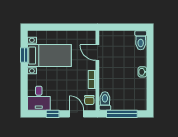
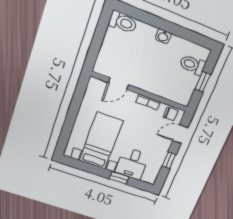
window: (24, 55) -> (119, 178), moved
desk: (39, 98) -> (132, 163), moved, turned 90
toilet: (105, 101) -> (192, 65), moved
window: (122, 114) -> (203, 82), width x0.46

